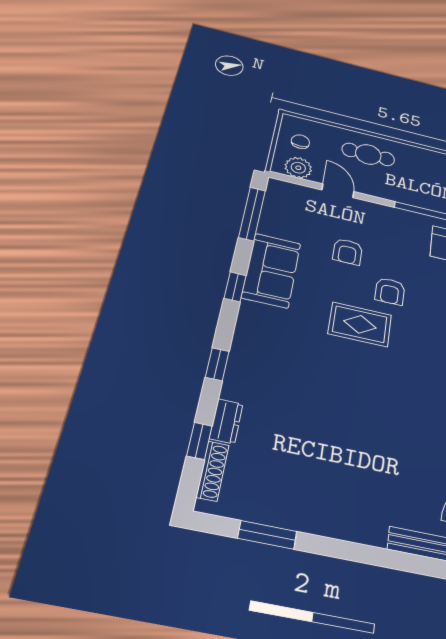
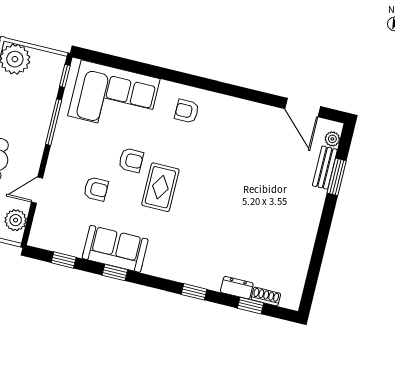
window: (252, 214) -> (64, 260), width x0.46
window: (235, 287) -> (115, 272), moved
shoe rack: (213, 471) -> (266, 296), width x0.70
window: (267, 535) -> (337, 177), moved

